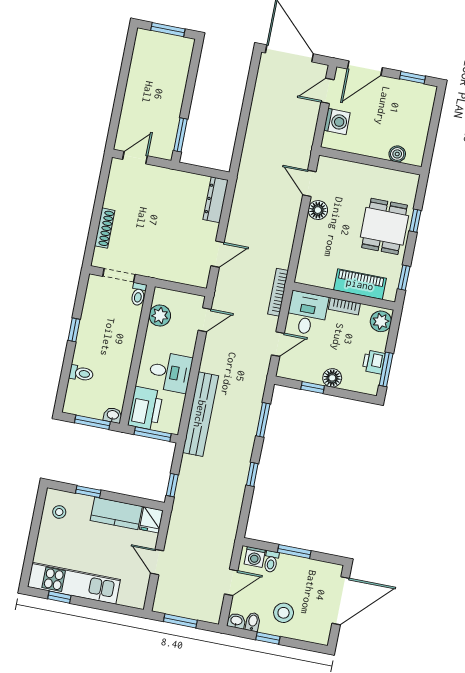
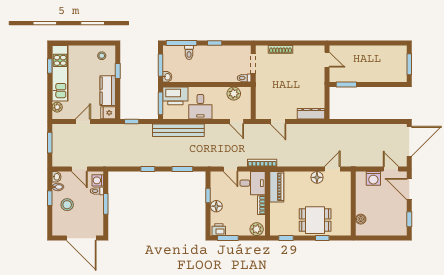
piano: (360, 284) -> (277, 187), moved
printer: (374, 362) -> (219, 230), moved
window: (64, 382) -> (182, 43), added
plant: (127, 598) -> (57, 107), added

